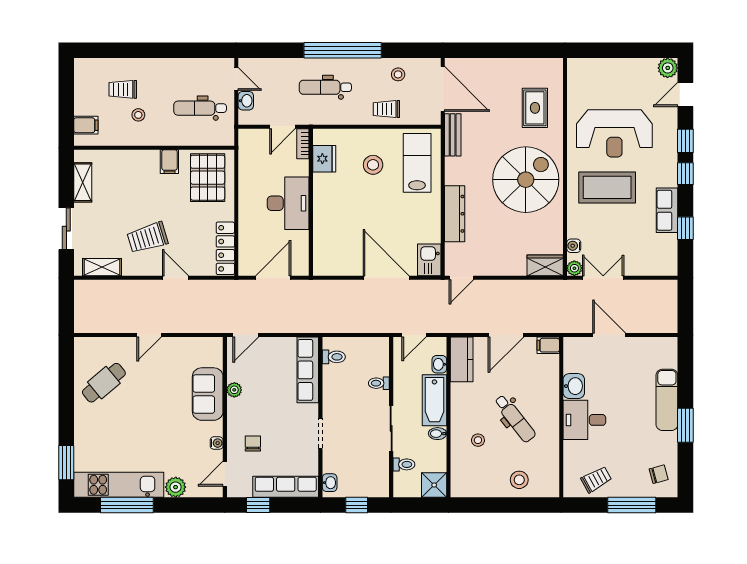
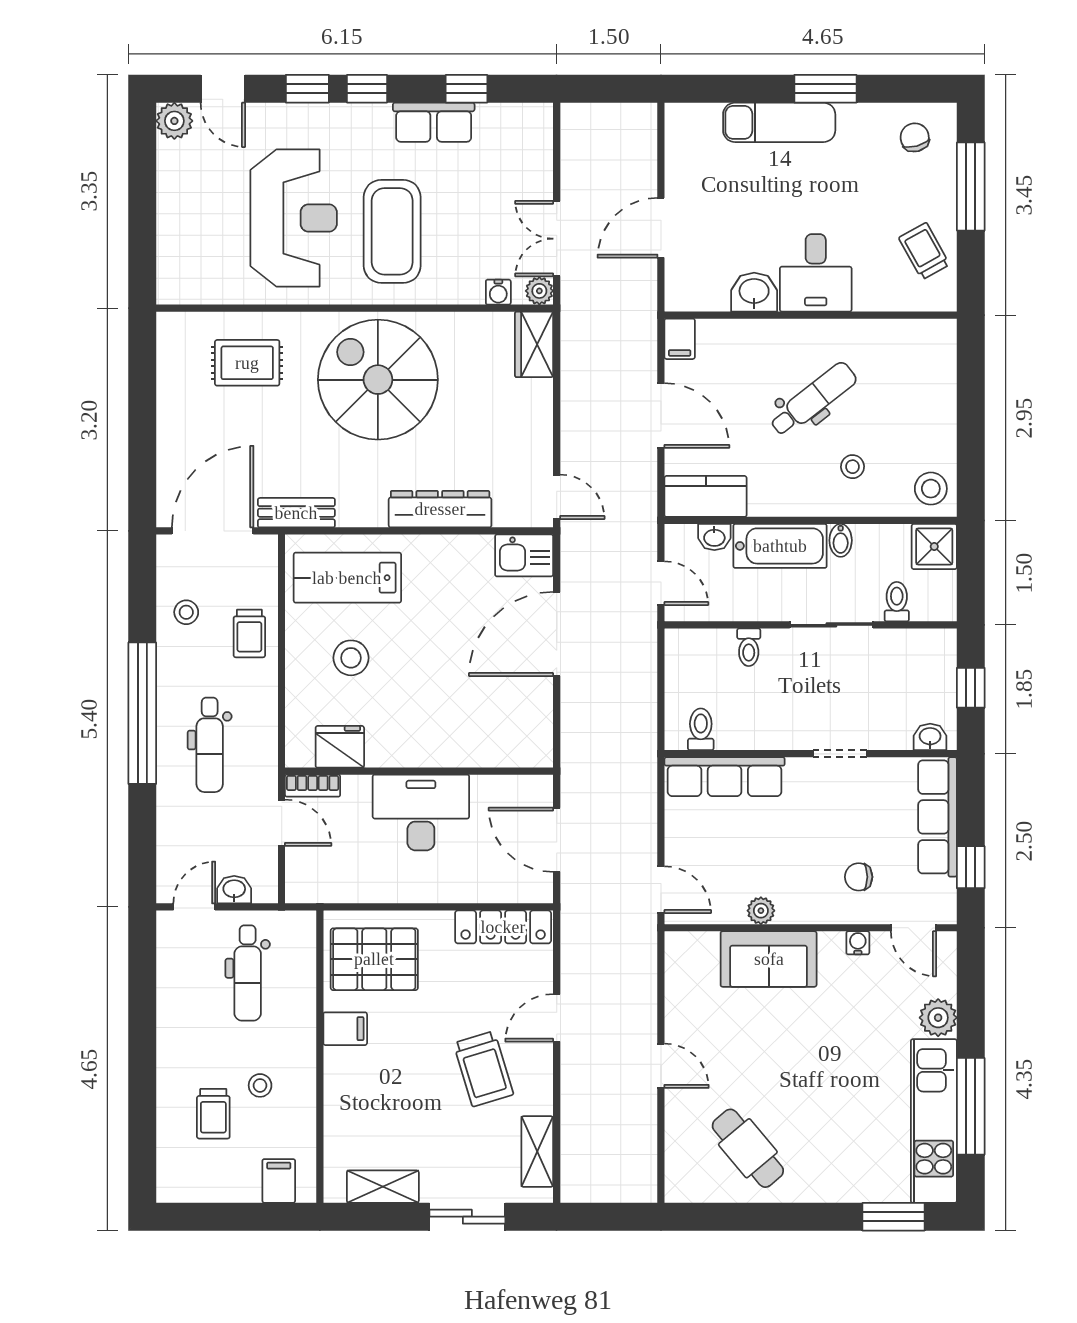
stool: (519, 480) -> (931, 489), moved

